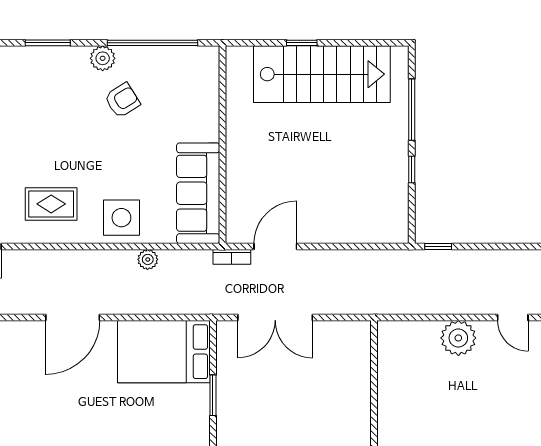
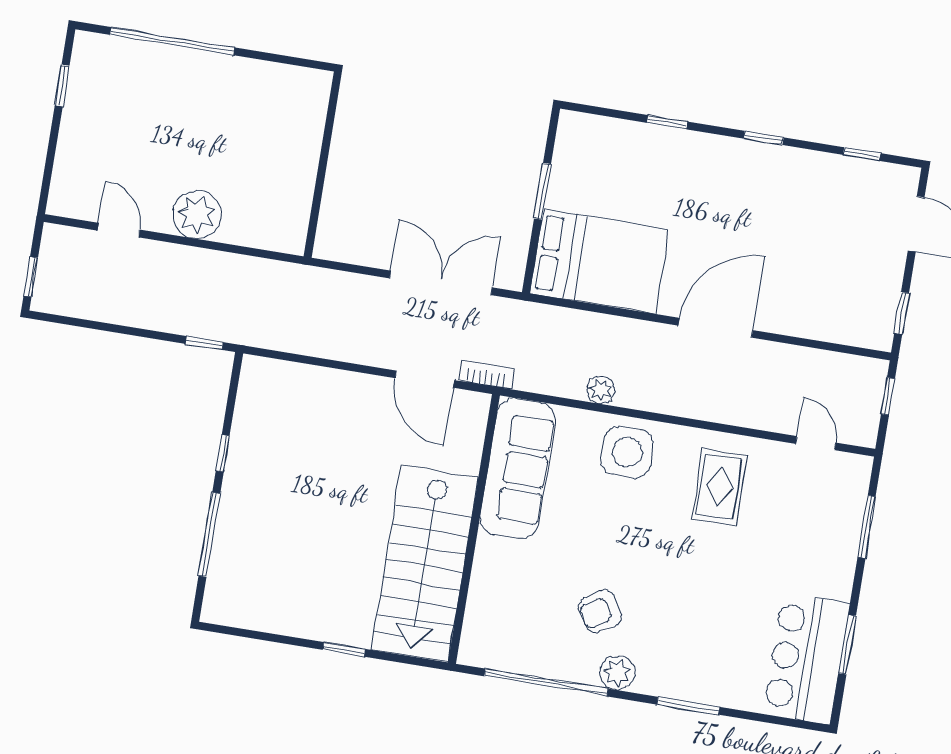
stairs: (322, 74) -> (425, 564), moved, turned -90
rug: (51, 204) -> (719, 487), turned 90
door: (275, 247) -> (425, 379), hinge flipped

